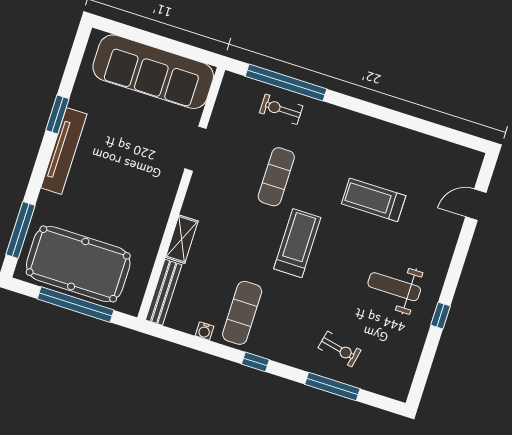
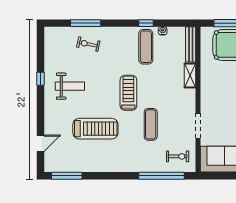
exercise bike: (281, 109) -> (178, 156), moved
window: (449, 134) -> (67, 176), added
treadmill: (374, 200) -> (95, 129), width x1.37, depth x1.38
treadmill: (297, 243) -> (128, 93), turned 180
window: (255, 362) -> (146, 23), moved

